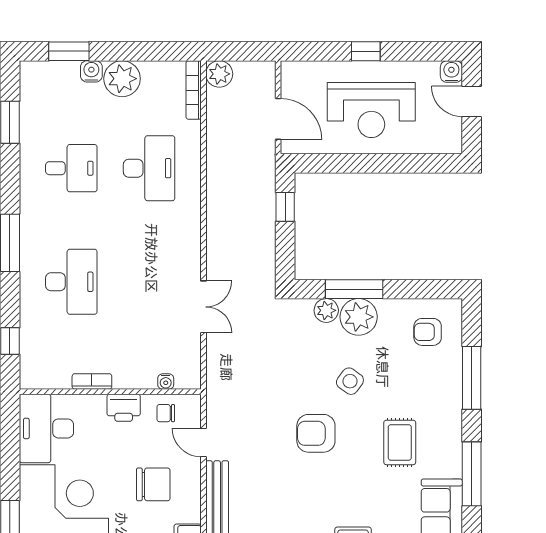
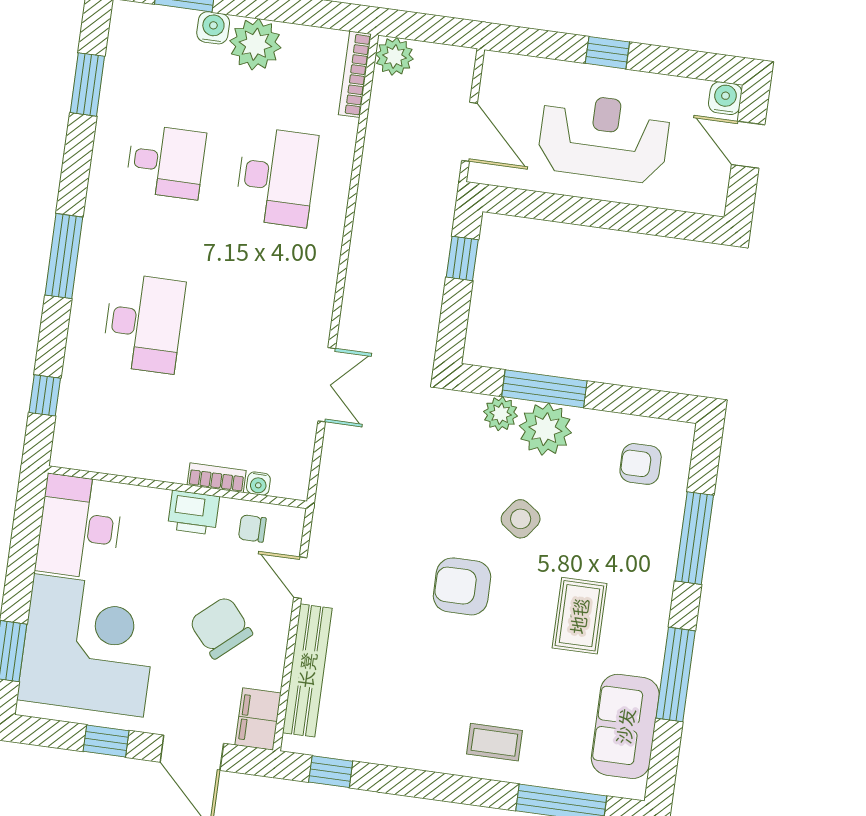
reception desk: (371, 110) -> (604, 137), turned 180
bookcase: (92, 381) -> (217, 478), moved
chair: (153, 484) -> (221, 627), turned -131

